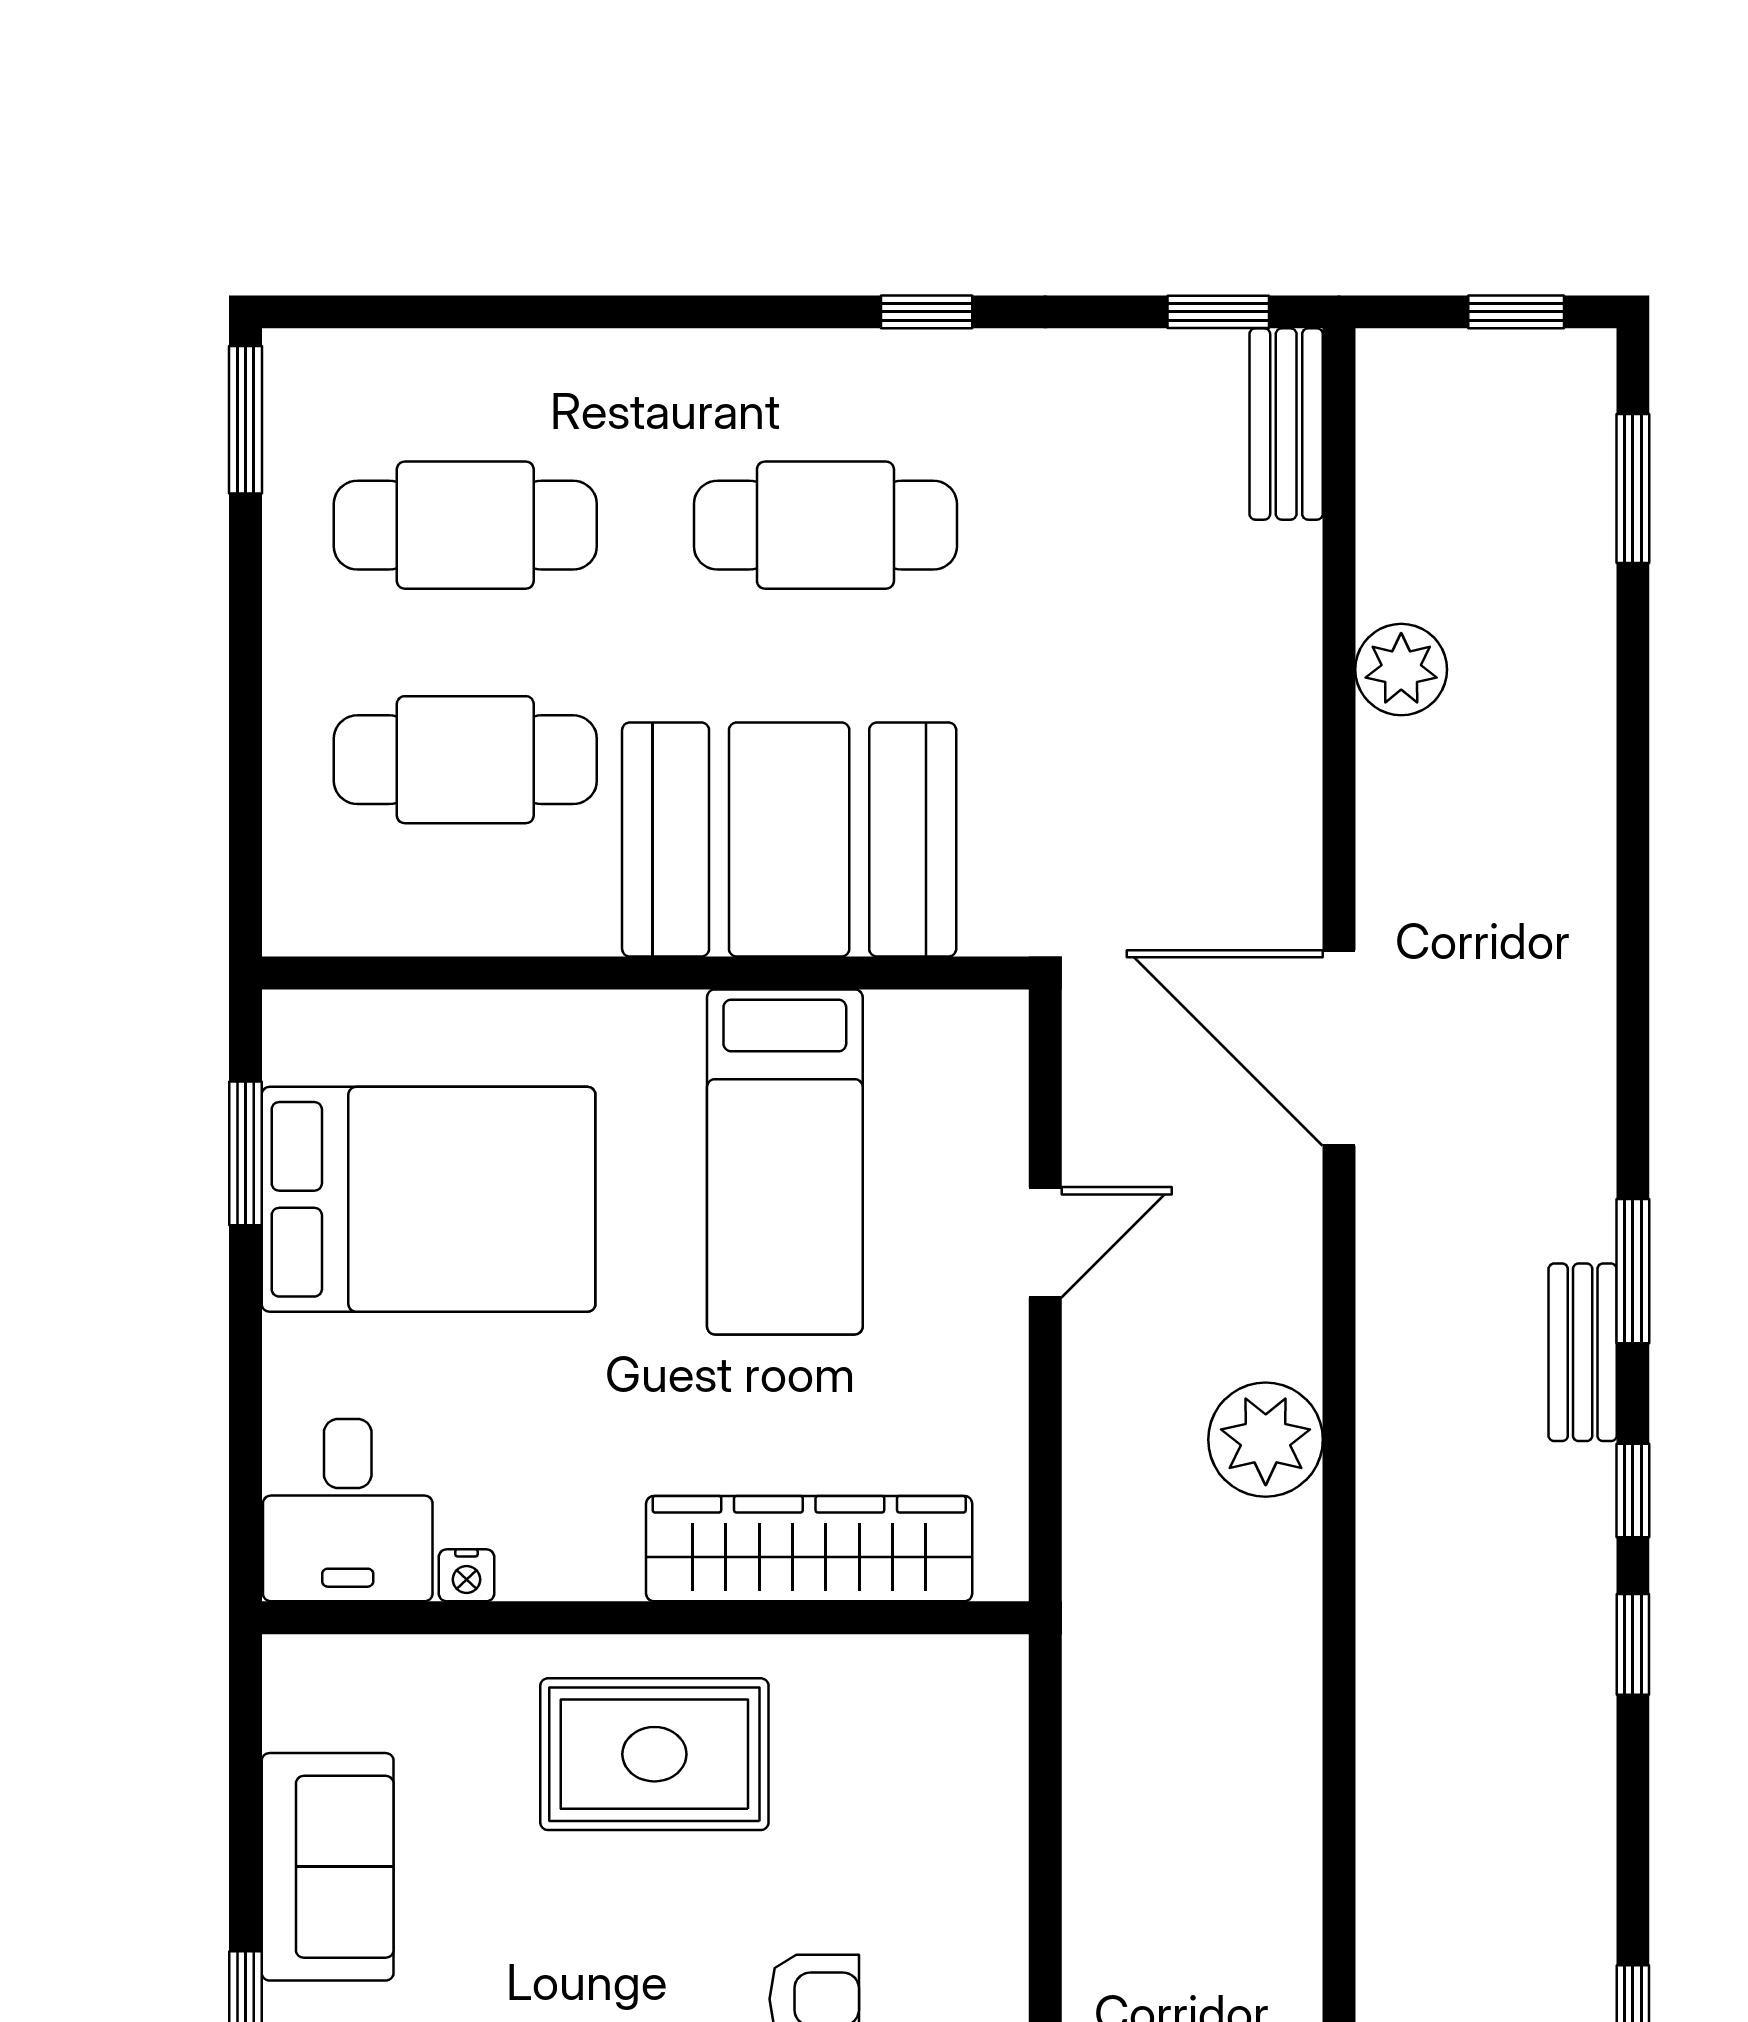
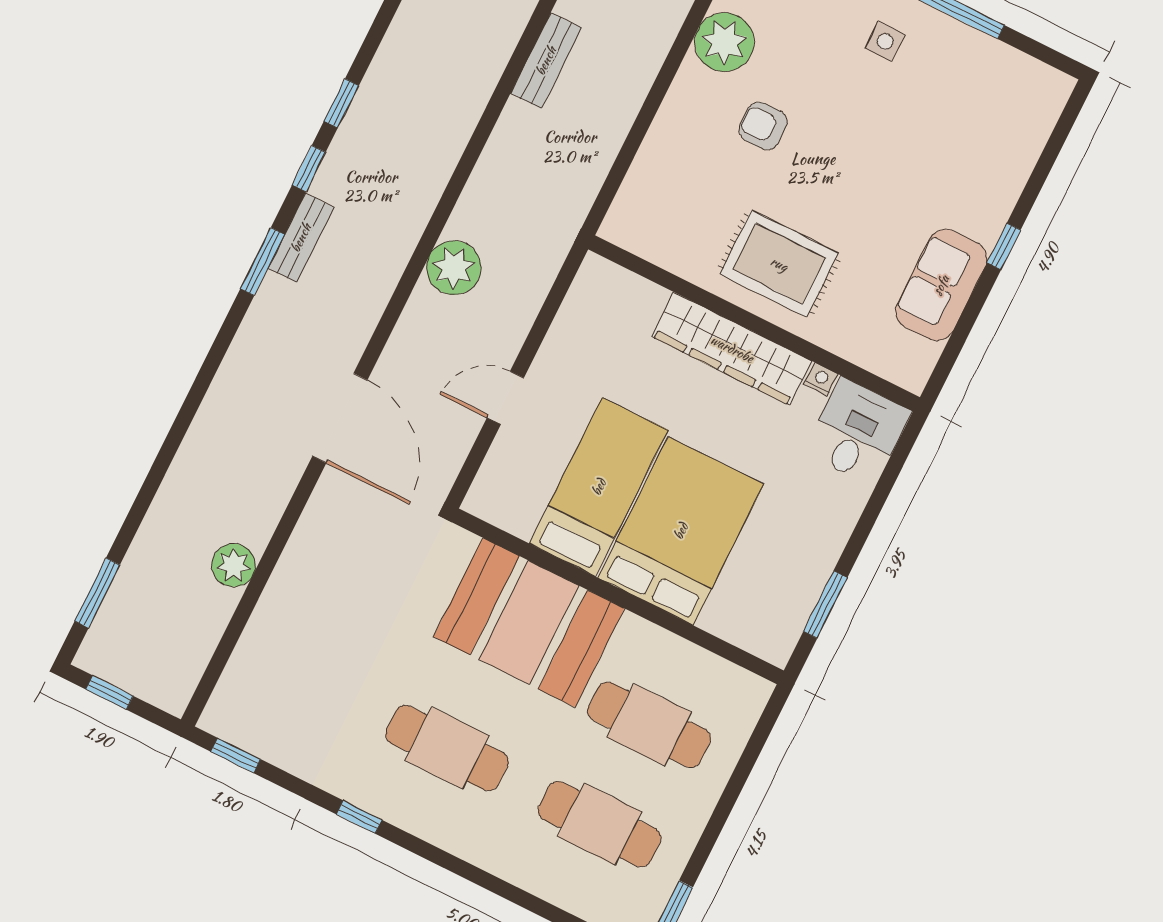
bench: (1286, 424) -> (546, 61), moved
bed: (429, 1199) -> (681, 531), moved, turned 90
wardrobe: (809, 1549) -> (732, 349), moved

